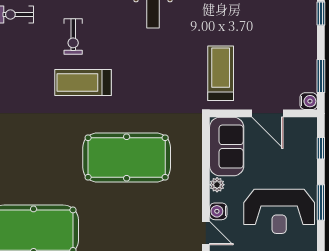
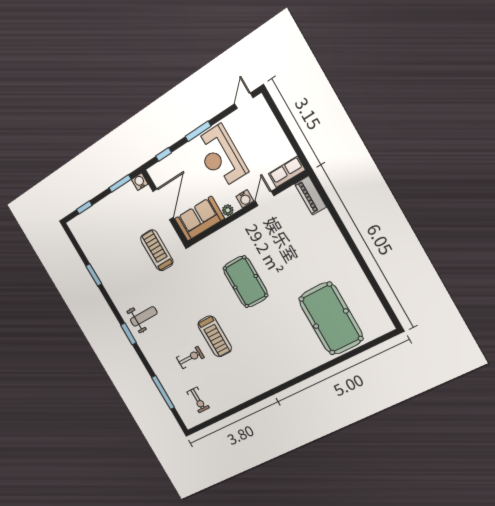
treadmill: (221, 73) -> (157, 250), turned 90
door: (267, 113) -> (163, 204), width x1.36
pool table: (127, 157) -> (245, 282), width x0.73, depth x0.76
reception desk: (279, 211) -> (221, 157), turned 180

